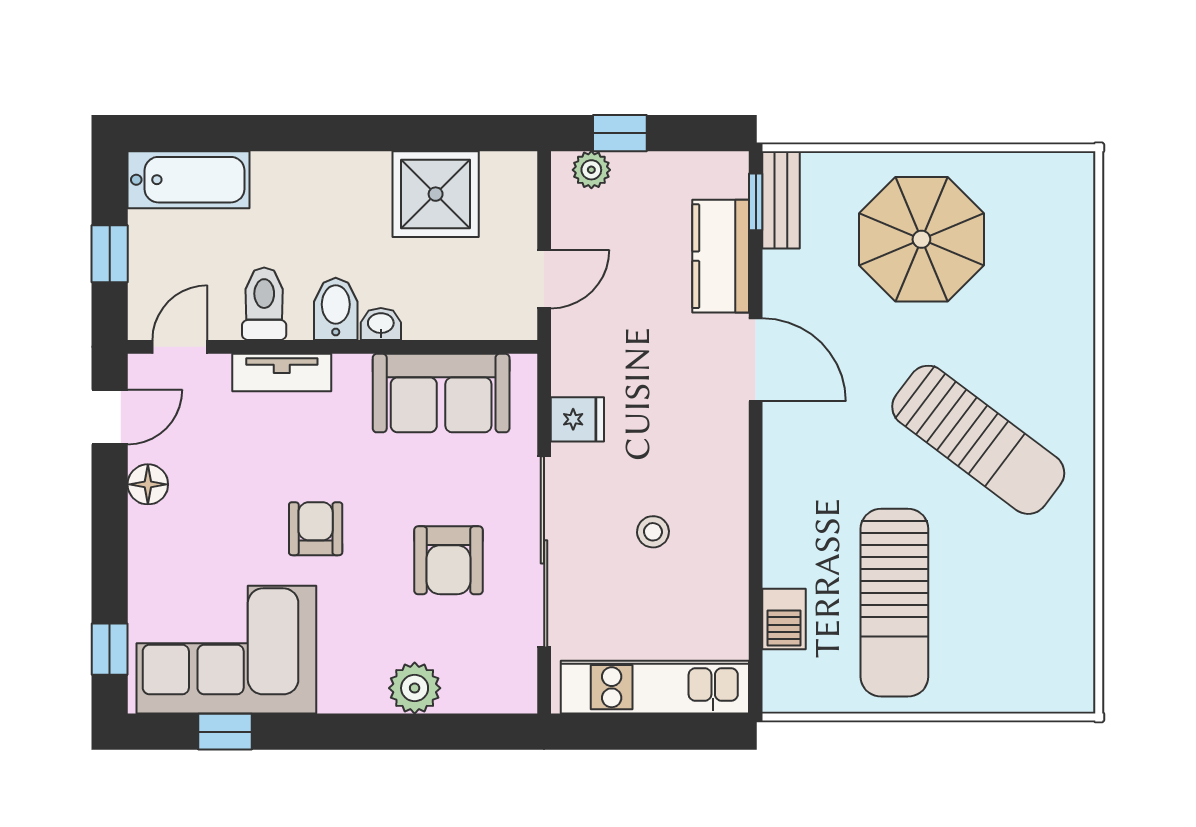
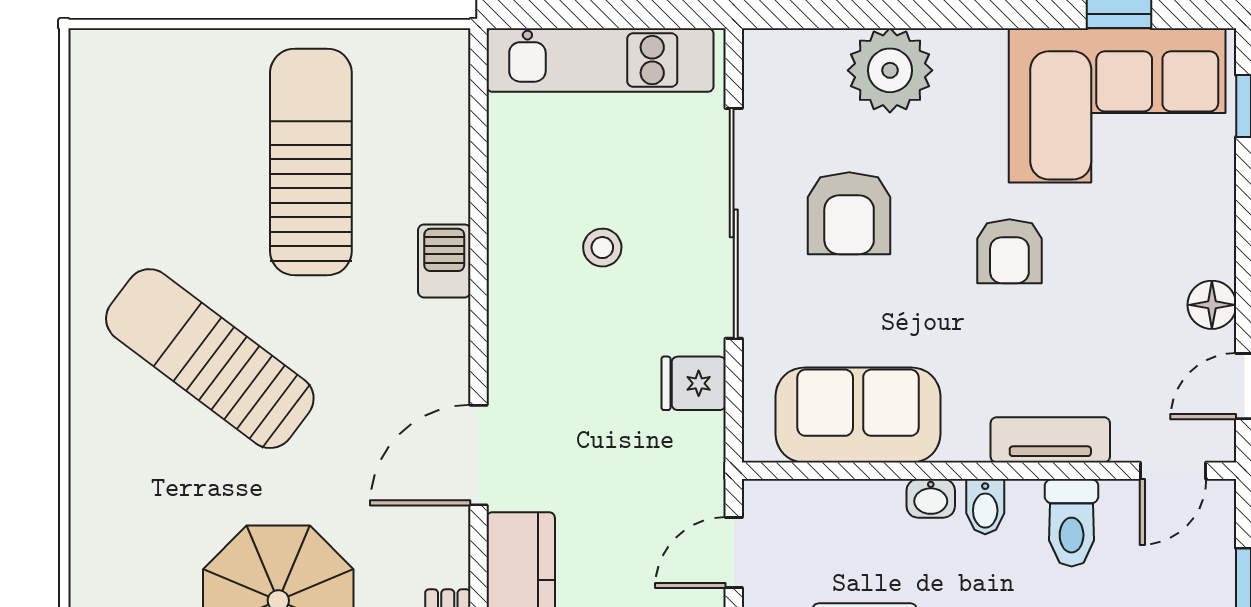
bidet: (336, 309) -> (985, 507), width x0.72, depth x0.74
door: (756, 360) -> (478, 455), hinge flipped
armchair: (449, 560) -> (849, 213), turned 180
barbecue: (784, 619) -> (444, 261), moved
plant: (415, 688) -> (890, 70), width x1.36, depth x1.36

